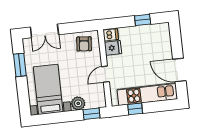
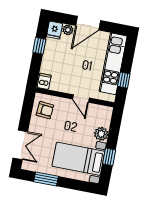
plant: (166, 42) -> (68, 30), added
fridge: (113, 48) -> (54, 30), moved, turned 180
door: (179, 70) -> (88, 23), moved
window: (92, 114) -> (109, 157), moved

